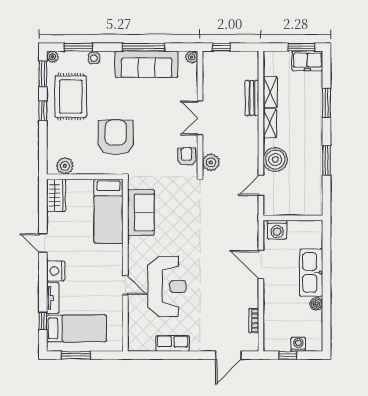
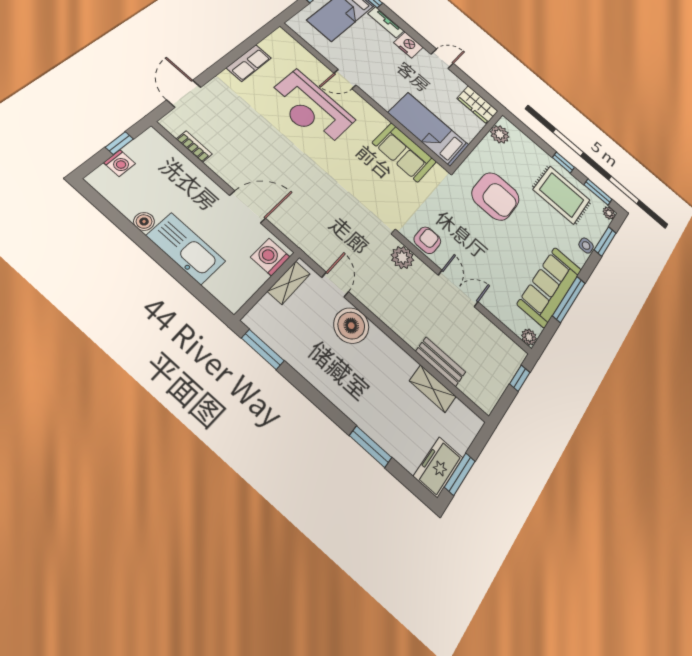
shelving: (270, 123) -> (289, 283), moved, turned 90
armchair: (187, 157) -> (427, 240), turned -90
window: (327, 160) -> (263, 349), moved

